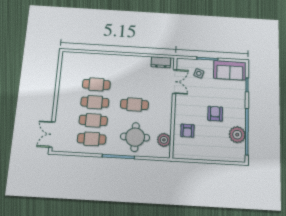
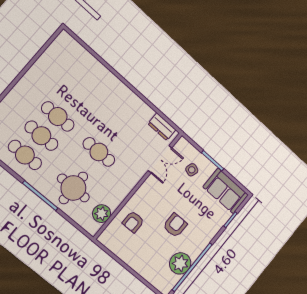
cafe table: (96, 84) -> (74, 98), removed

